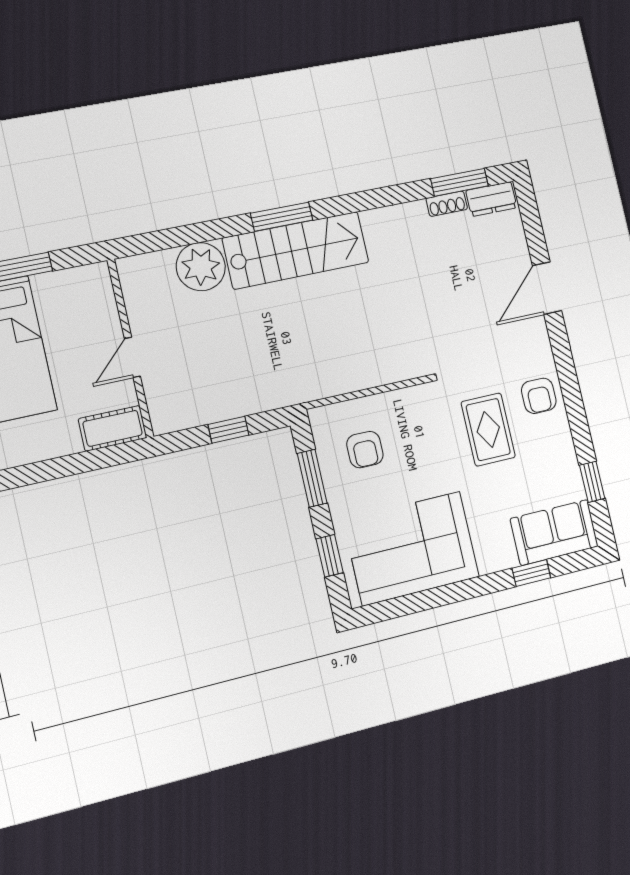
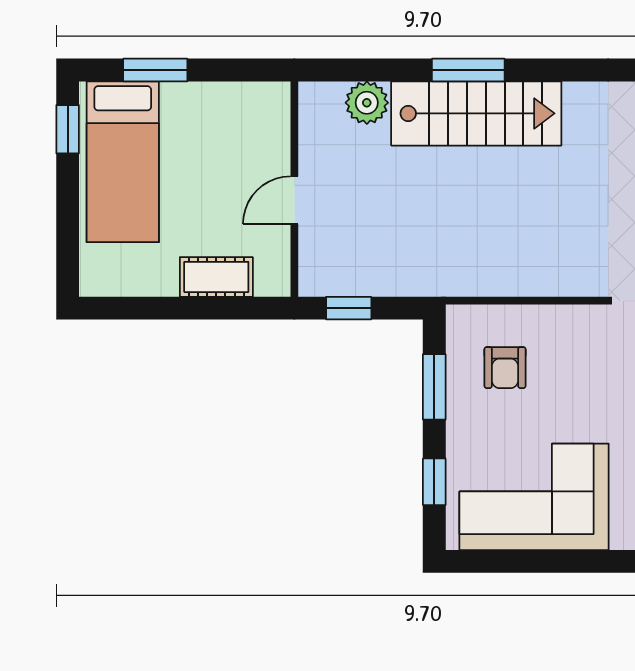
plant: (201, 267) -> (367, 103), width x0.73, depth x0.73
wall: (130, 348) -> (294, 189), moved
door: (132, 357) -> (294, 200), moved

